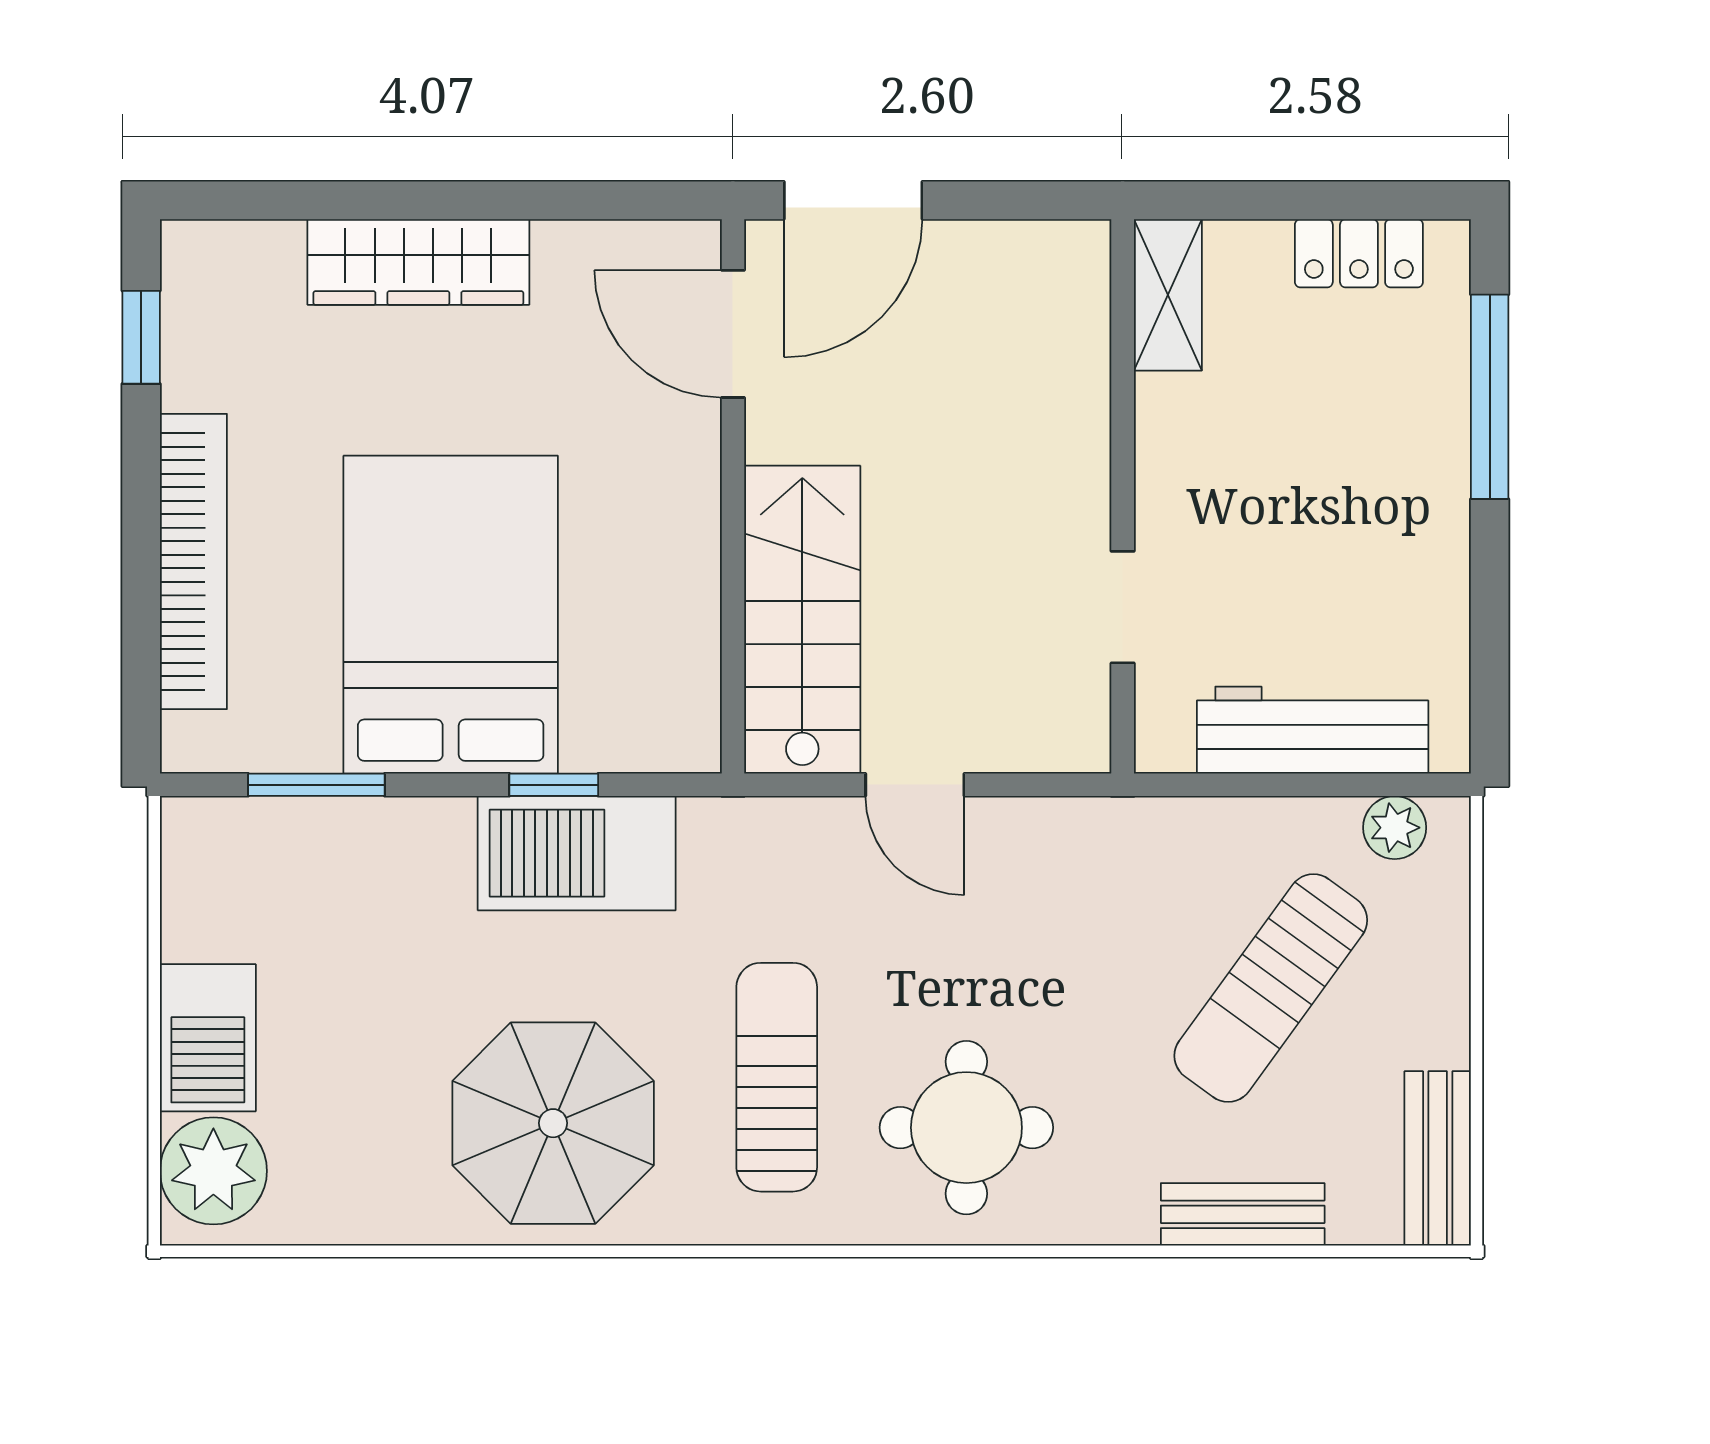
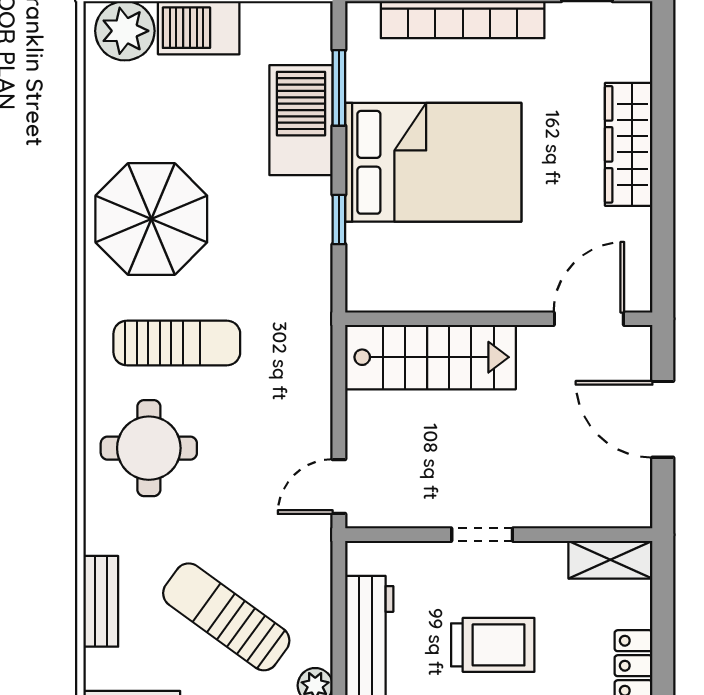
door: (853, 200) -> (663, 419), moved
trolley: (1321, 507) -> (493, 645), added
doorway: (1123, 607) -> (482, 535), moved
door: (915, 785) -> (339, 487), moved
barbecue: (577, 853) -> (301, 120), moved

